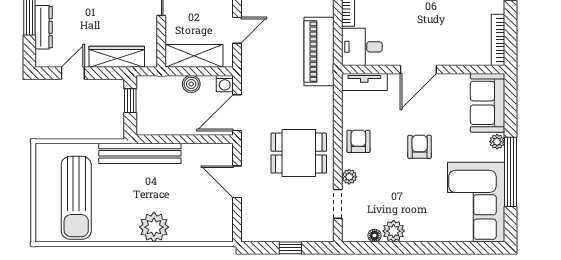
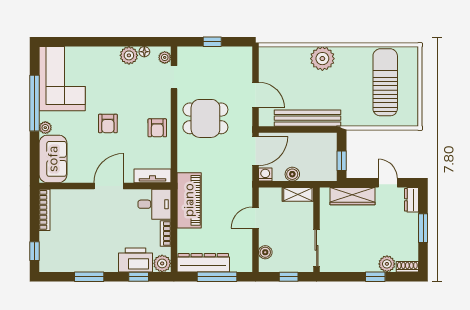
dresser: (44, 27) -> (411, 200), moved, width x0.70
shelving: (194, 56) -> (298, 194), width x0.67, depth x0.75
door: (73, 73) -> (388, 183), swing flipped
bench: (140, 153) -> (308, 118), moved
plant: (349, 177) -> (165, 57), moved

